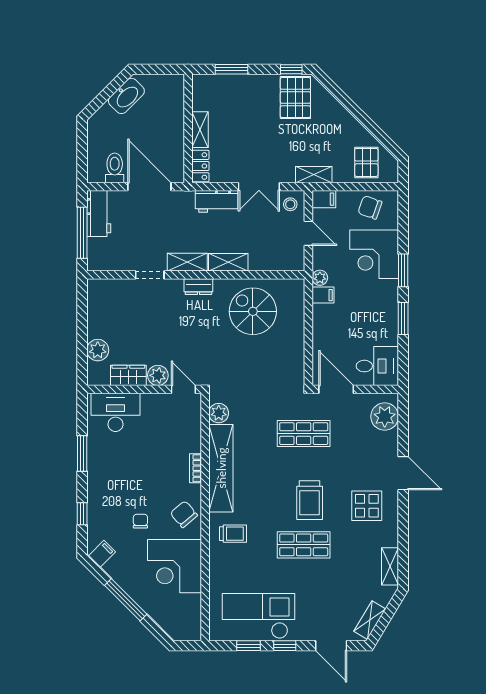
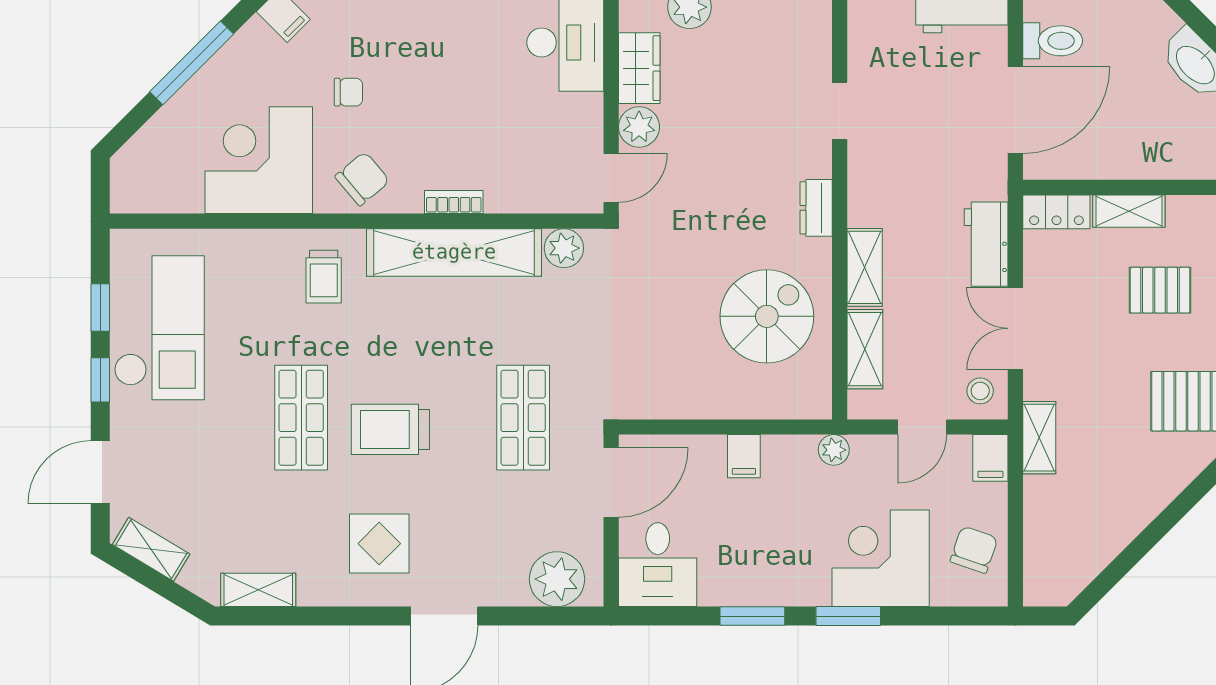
pallet: (366, 162) -> (1160, 290), moved
shelving: (187, 262) -> (865, 349), moved
filing cabinet: (323, 295) -> (744, 456), moved

